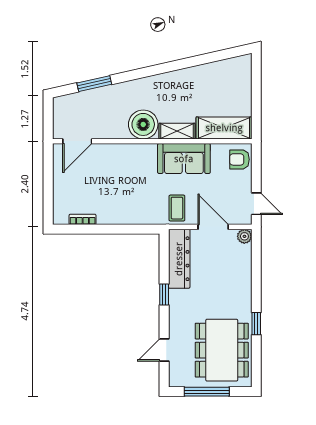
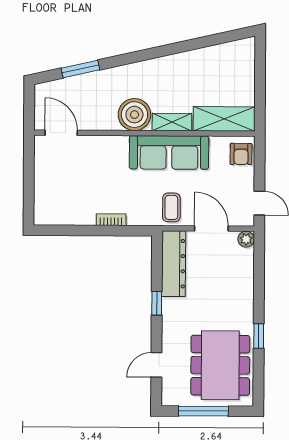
door: (77, 141) -> (61, 133), swing flipped
sofa: (184, 159) -> (169, 152), width x1.36
armchair: (239, 159) -> (241, 154), turned -90
bookcase: (83, 219) -> (111, 220), moved

